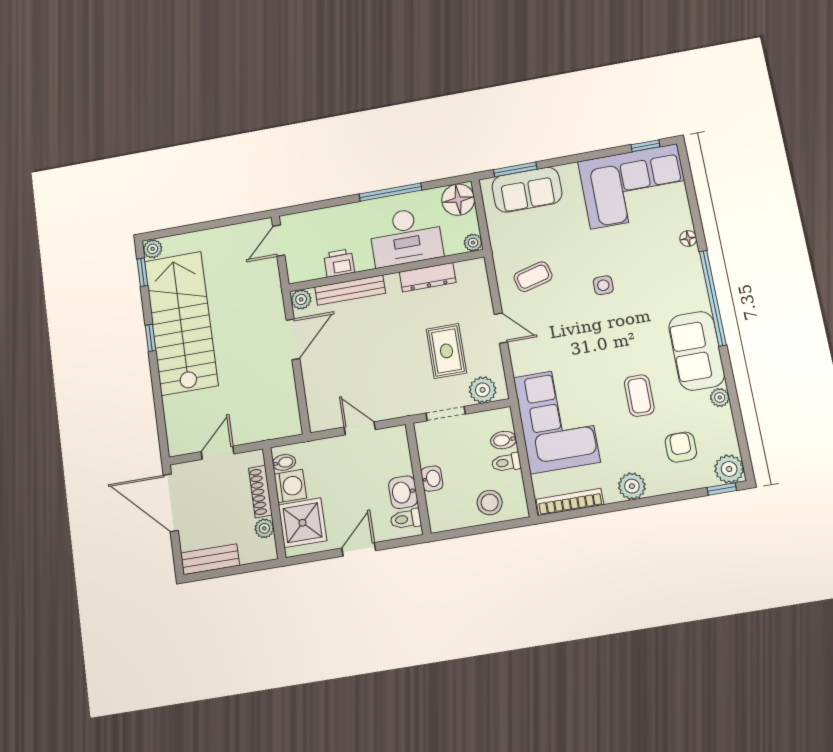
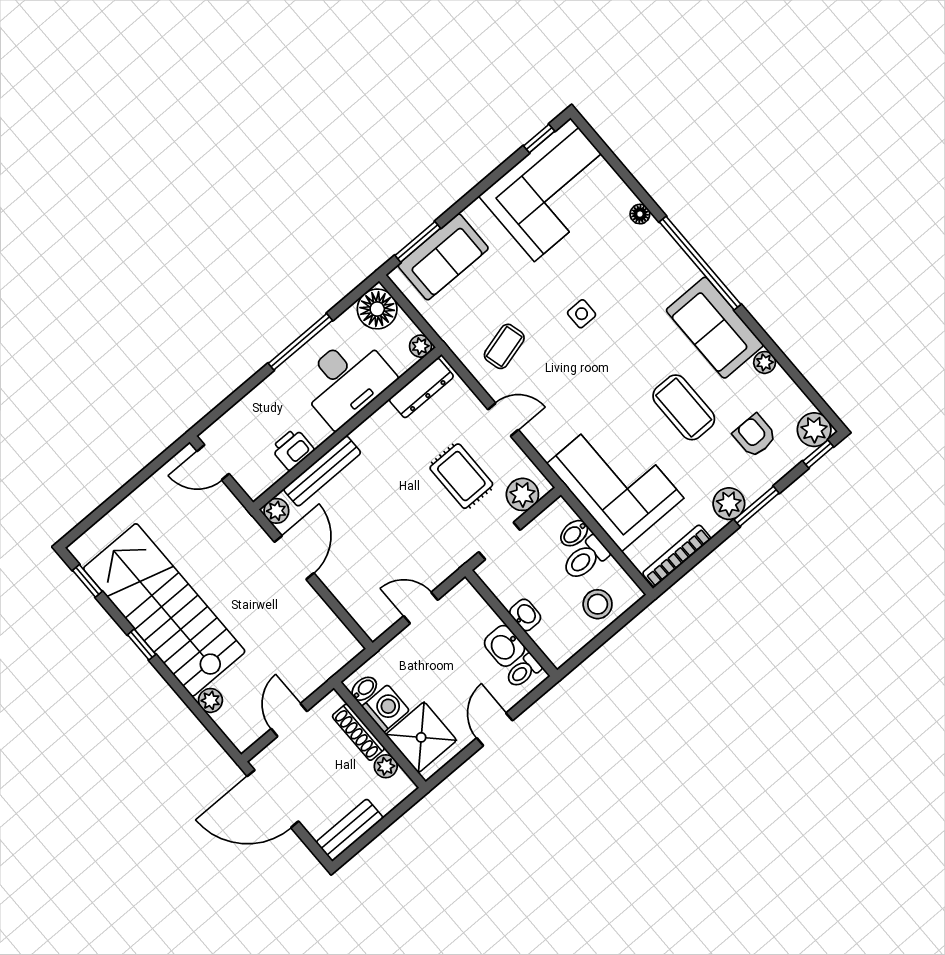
door: (279, 241) -> (213, 462), hinge flipped
plant: (153, 249) -> (210, 700), moved
dresser: (428, 277) -> (421, 388), moved
coffee table: (639, 396) -> (684, 407), width x1.36, depth x1.30
toilet: (506, 462) -> (585, 558), width x1.37, depth x1.39
window: (652, 501) -> (757, 506), added

